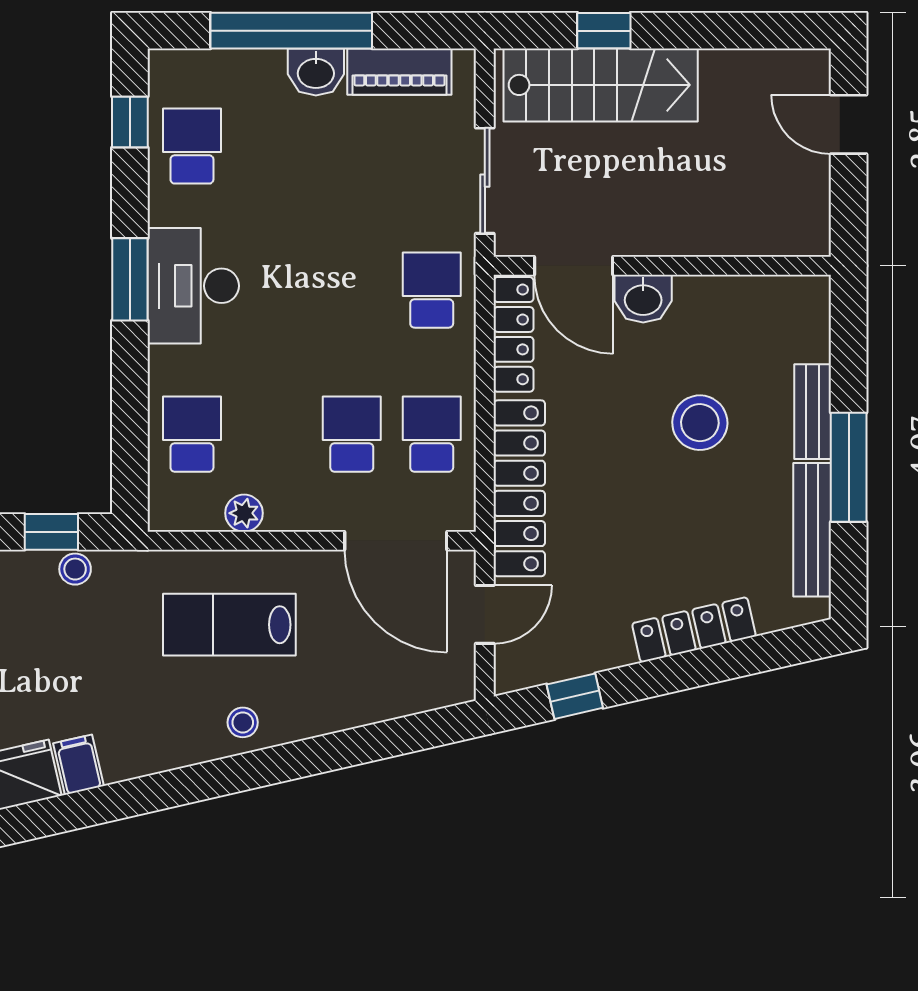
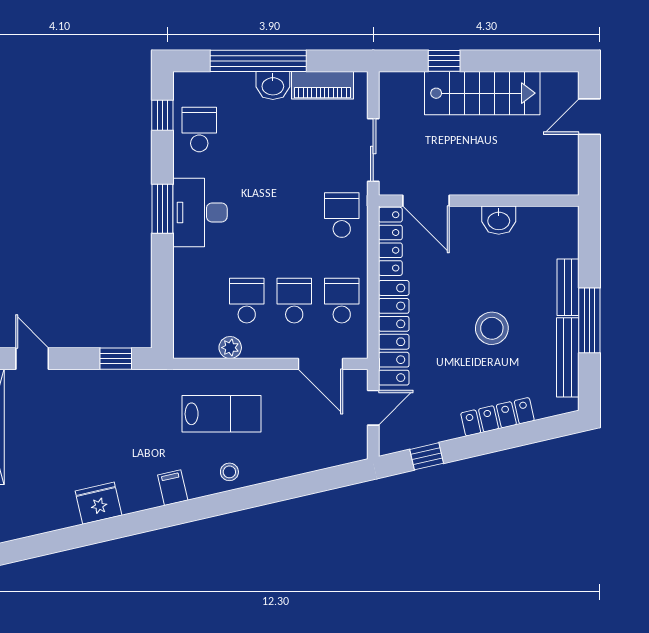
stairs: (601, 85) -> (482, 93), moved
door: (849, 124) -> (589, 117), hinge flipped
washbasin: (643, 299) -> (499, 220), moved
stool: (700, 423) -> (492, 328), moved
school desk: (192, 434) -> (247, 301), moved
door: (396, 541) -> (320, 364), width x0.73
stool: (75, 569) -> (130, 381), removed
lab bench: (229, 625) -> (221, 414), turned 180
filing cabinet: (79, 765) -> (173, 488), moved

